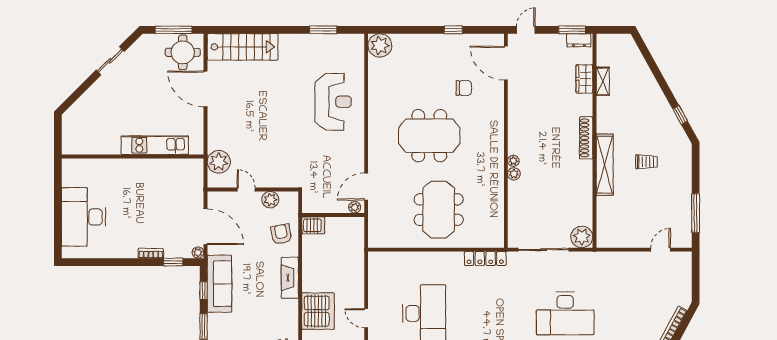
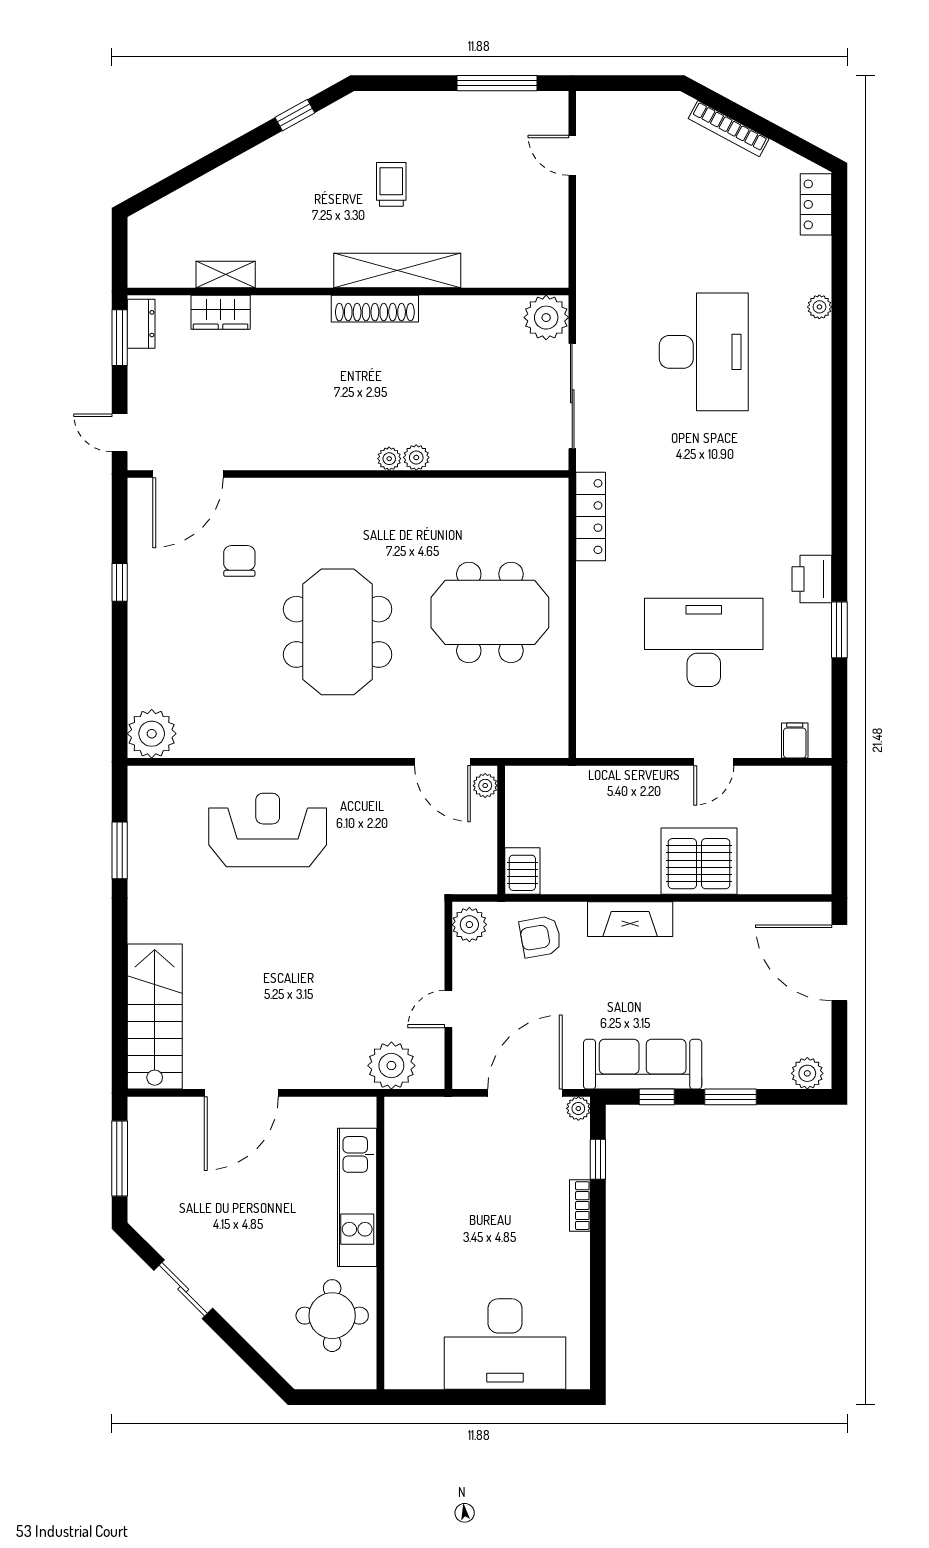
round table: (183, 52) -> (332, 1316), moved
shoe rack: (586, 138) -> (375, 309), moved
plant: (270, 200) -> (469, 925), moved

